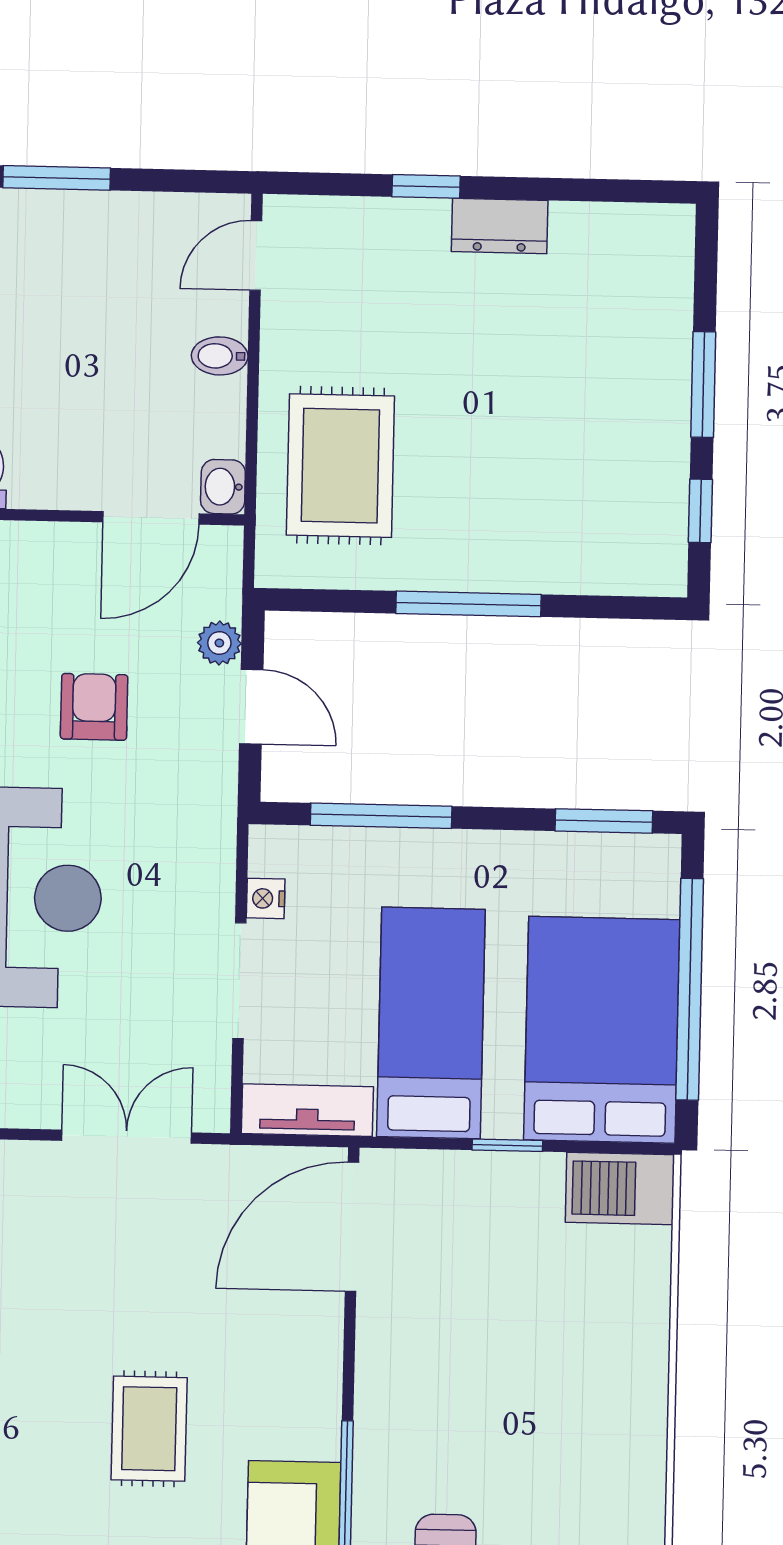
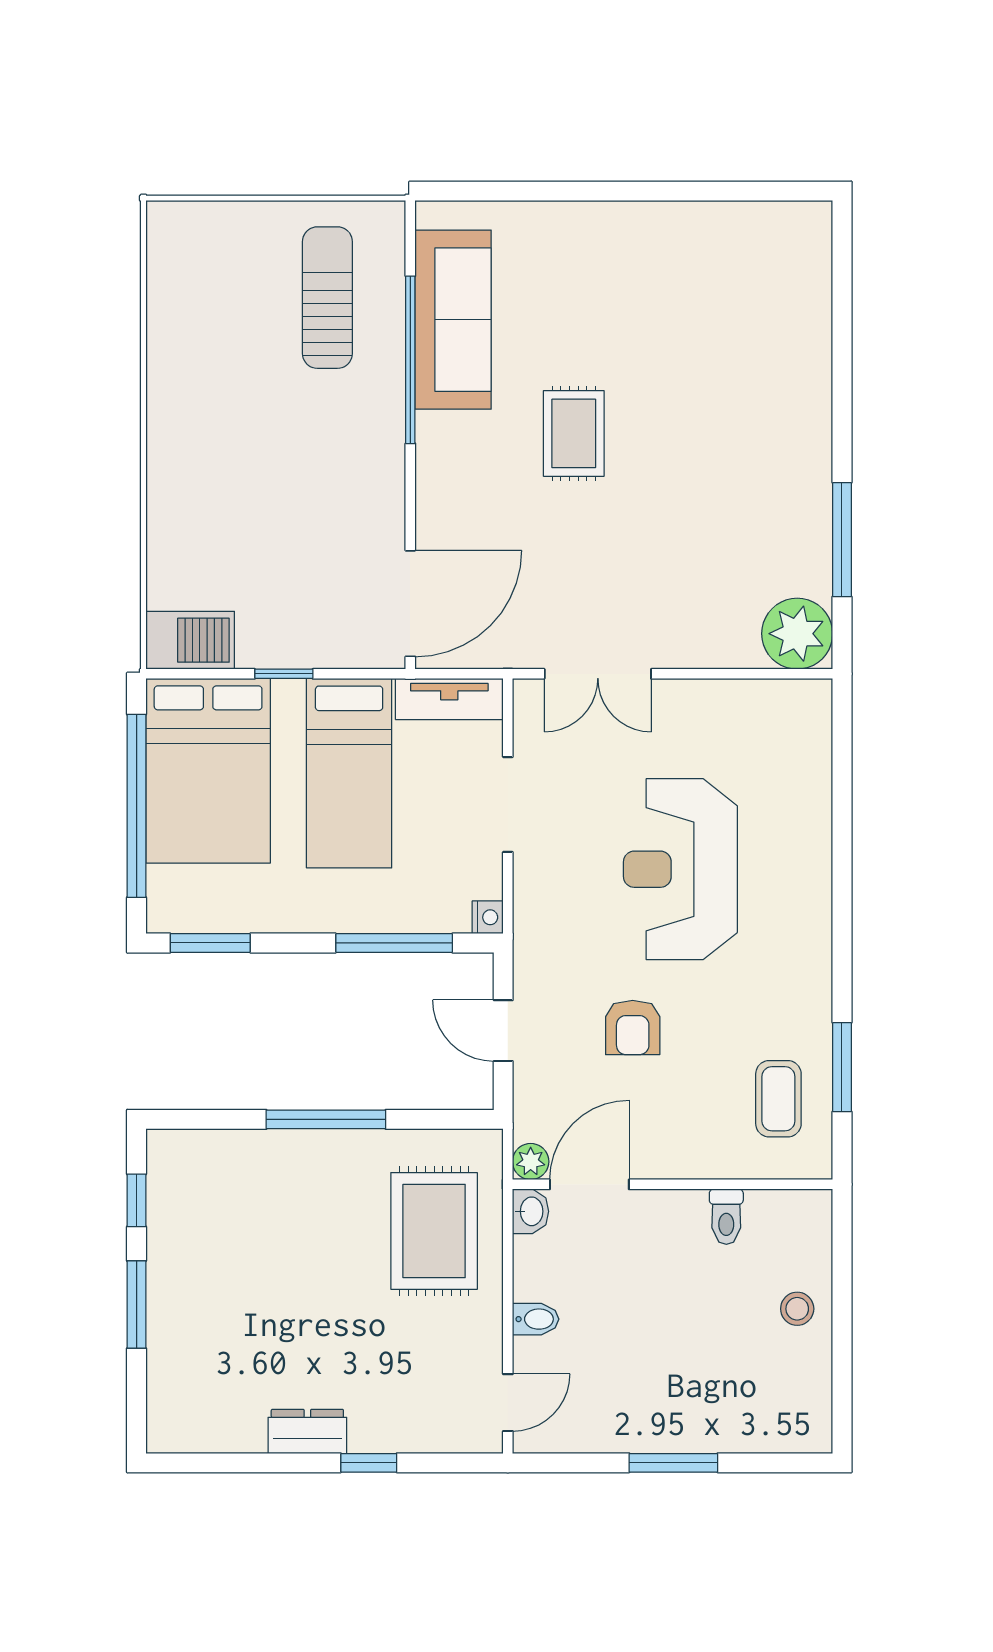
plant: (219, 643) -> (531, 1162), moved
nightstand: (266, 898) -> (488, 917), moved

